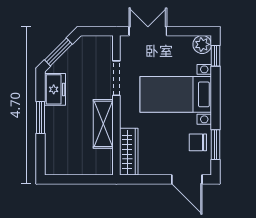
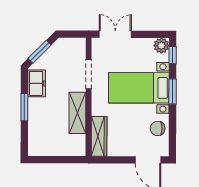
window: (216, 145) -> (173, 91), moved

